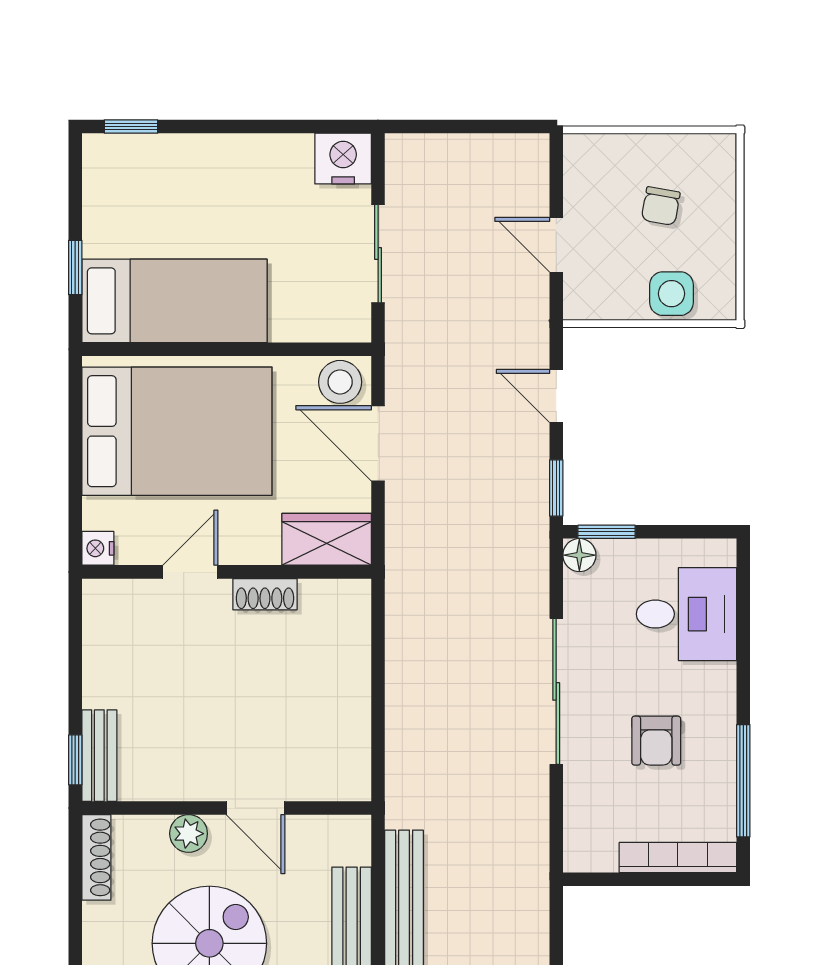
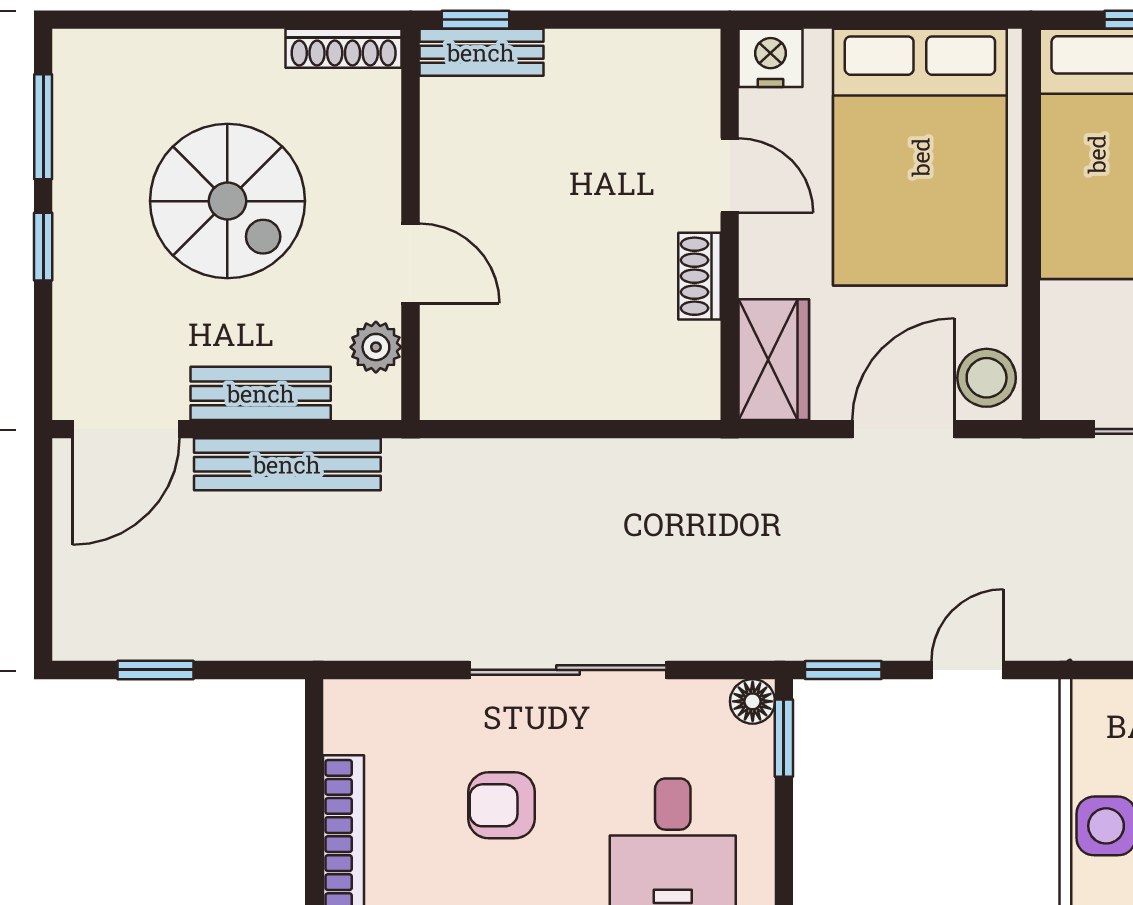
nightstand: (98, 548) -> (770, 58), width x1.39, depth x1.35
door: (255, 808) -> (411, 263), swing flipped
plant: (189, 834) -> (376, 347), moved

